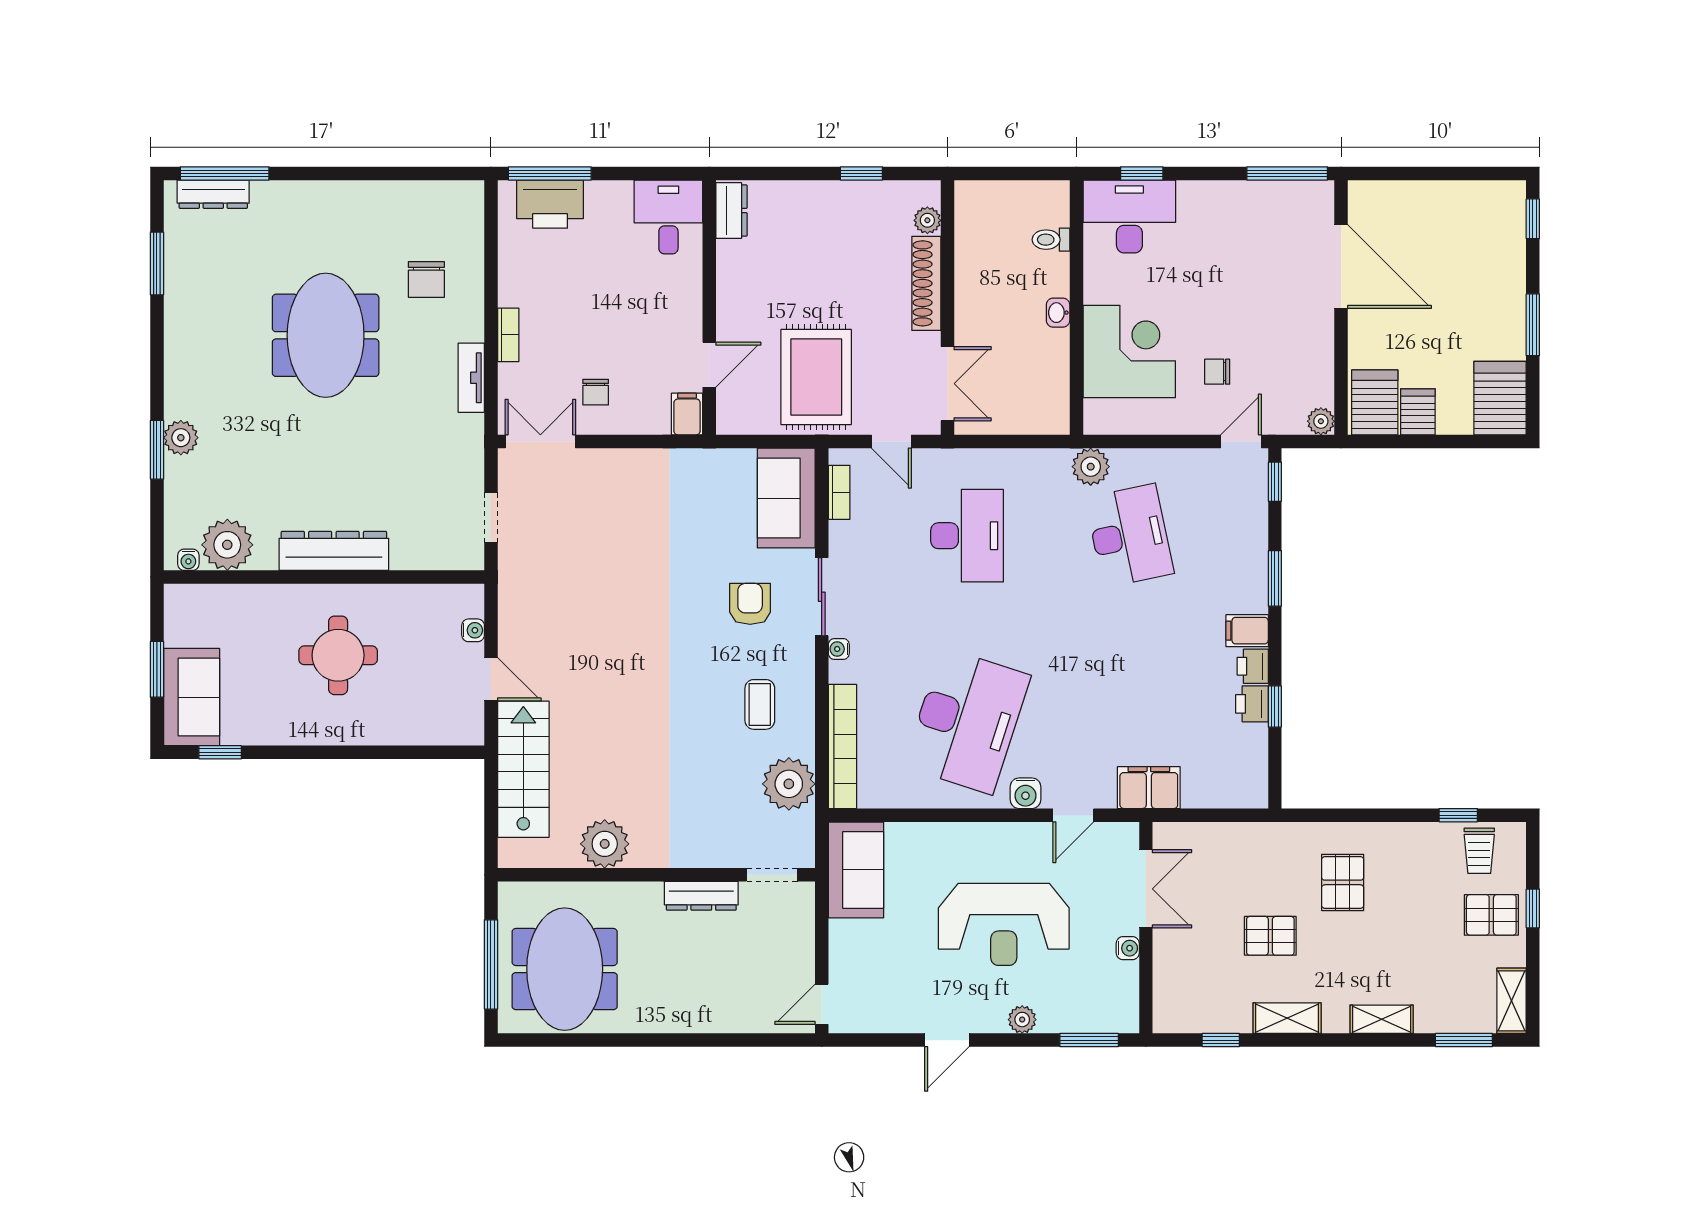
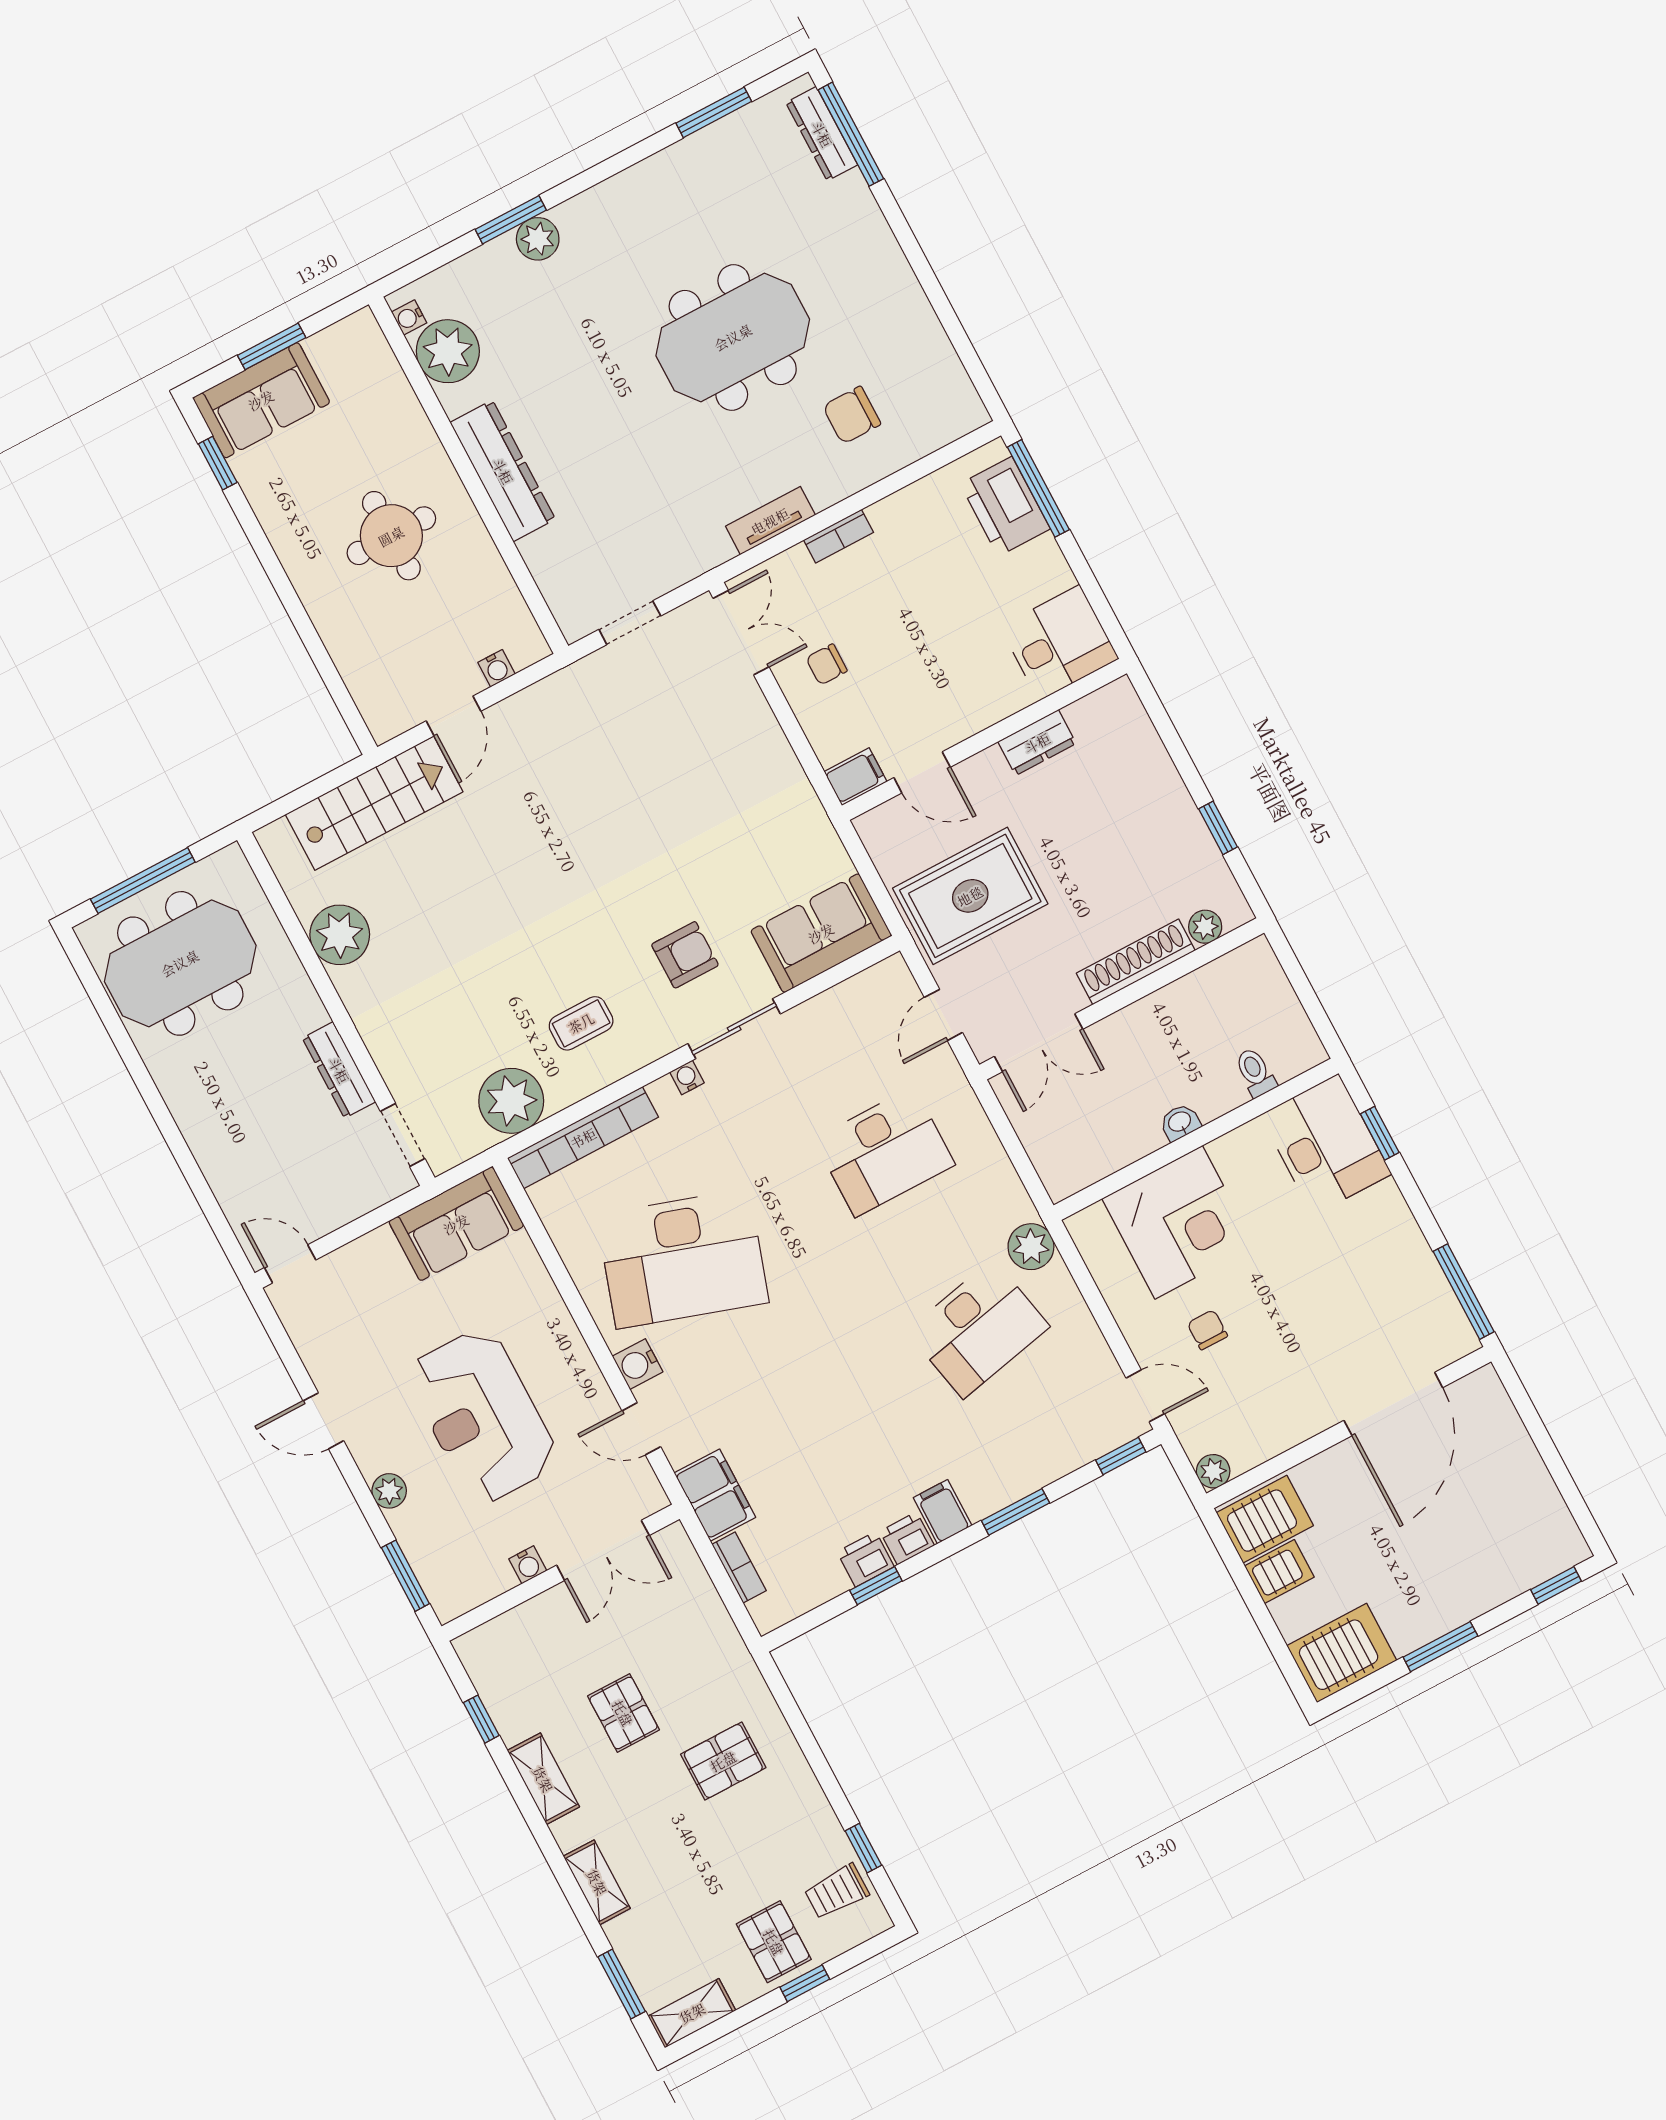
dresser: (732, 211) -> (1037, 743), moved
bookcase: (839, 492) -> (739, 1567), moved, turned -90

